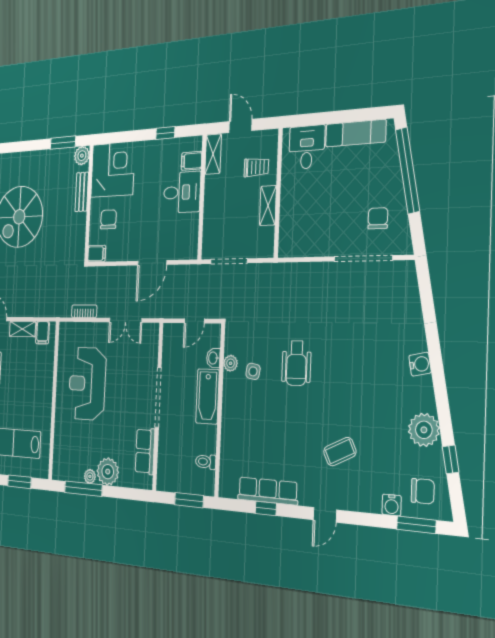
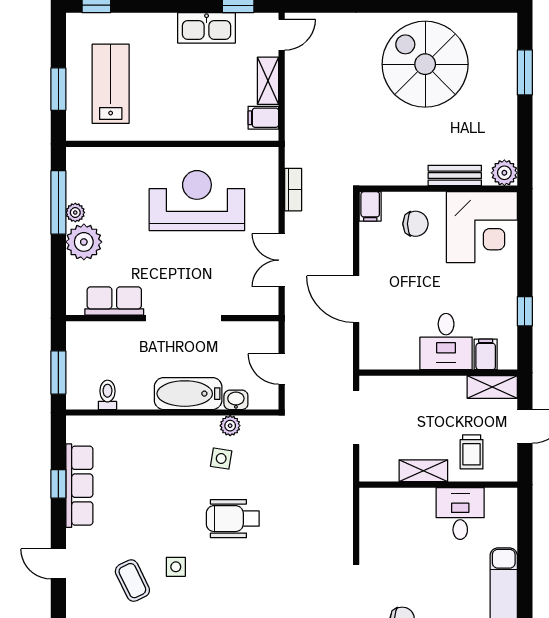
window: (63, 143) -> (525, 72), moved
desk: (307, 147) -> (460, 514), moved, turned -90
side table: (331, 413) -> (176, 567), added

